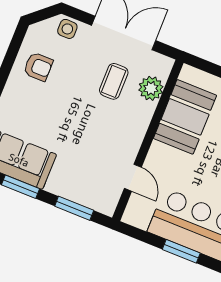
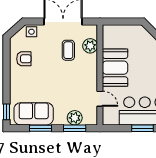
booth: (185, 117) -> (115, 68), moved
plant: (81, 192) -> (75, 118), added

